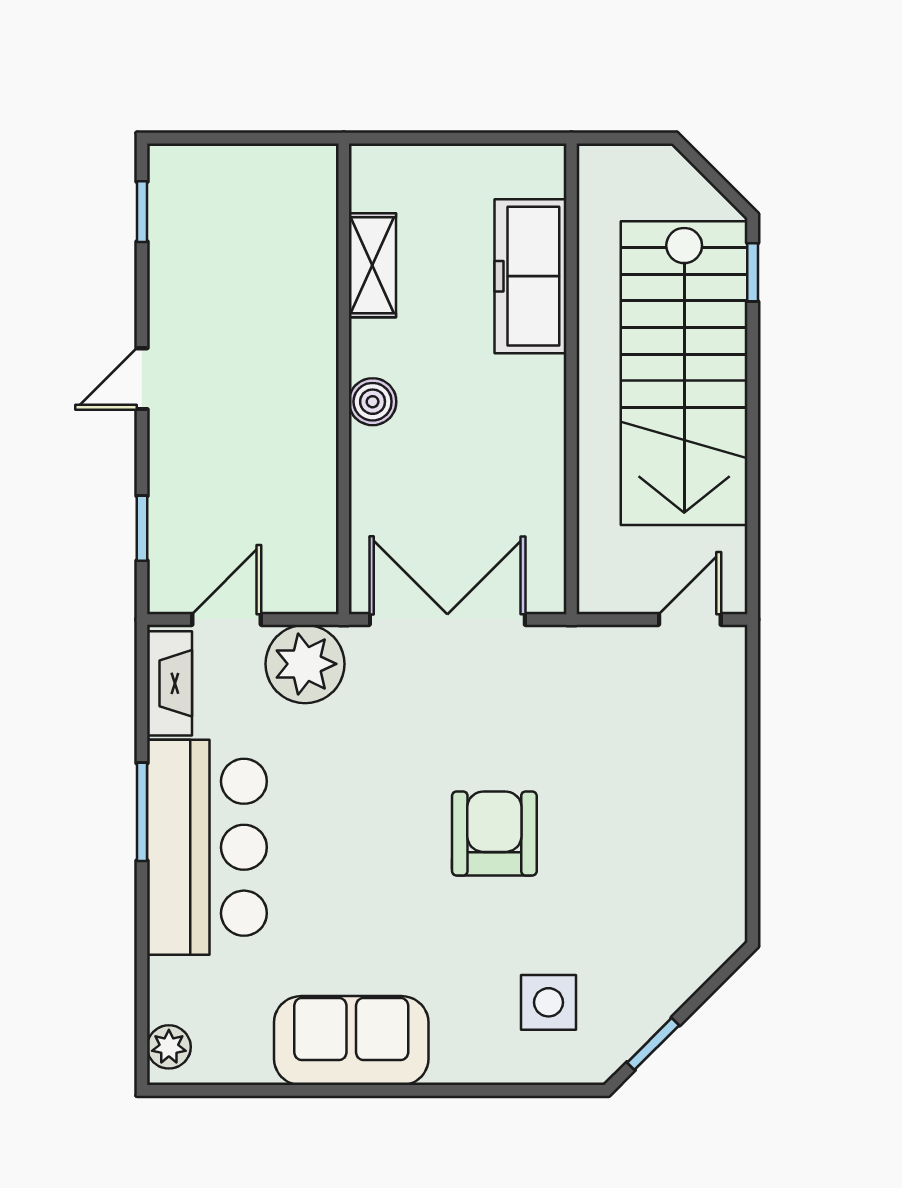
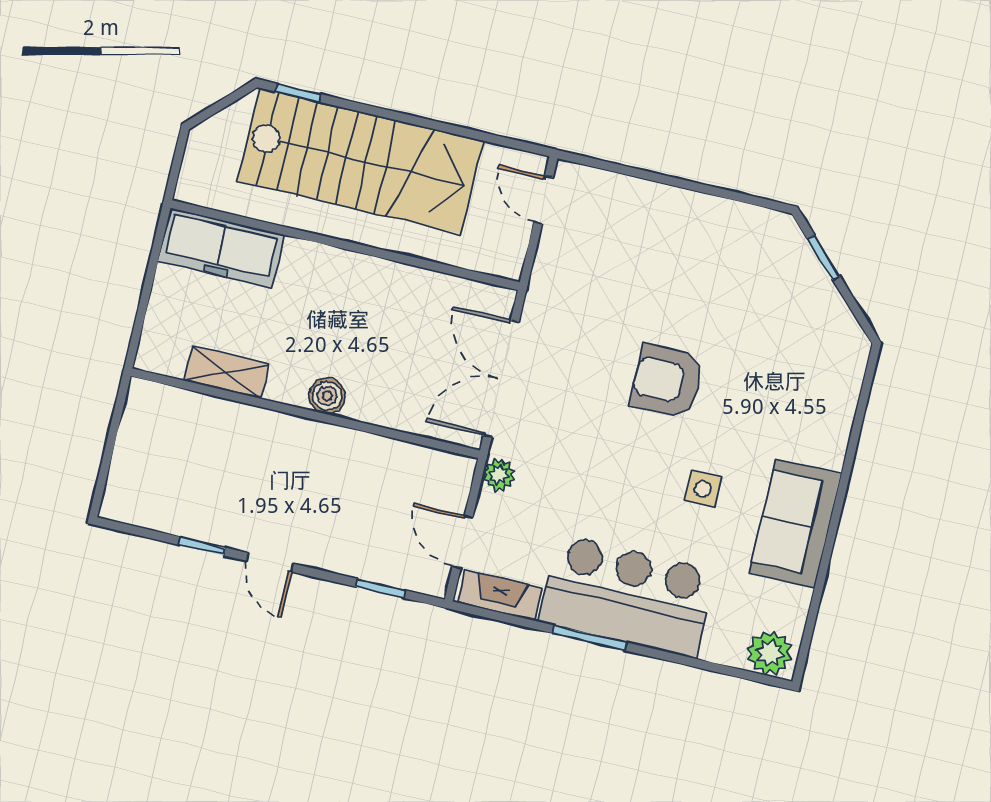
window: (142, 212) -> (202, 546), moved
freezer: (530, 276) -> (221, 248), moved
plant: (305, 664) -> (499, 475), width x0.53, depth x0.53
side table: (548, 1002) -> (703, 489), moved, width x0.73, depth x0.73
window: (653, 1044) -> (824, 257), moved
plant: (169, 1047) -> (770, 653), width x1.38, depth x1.38

